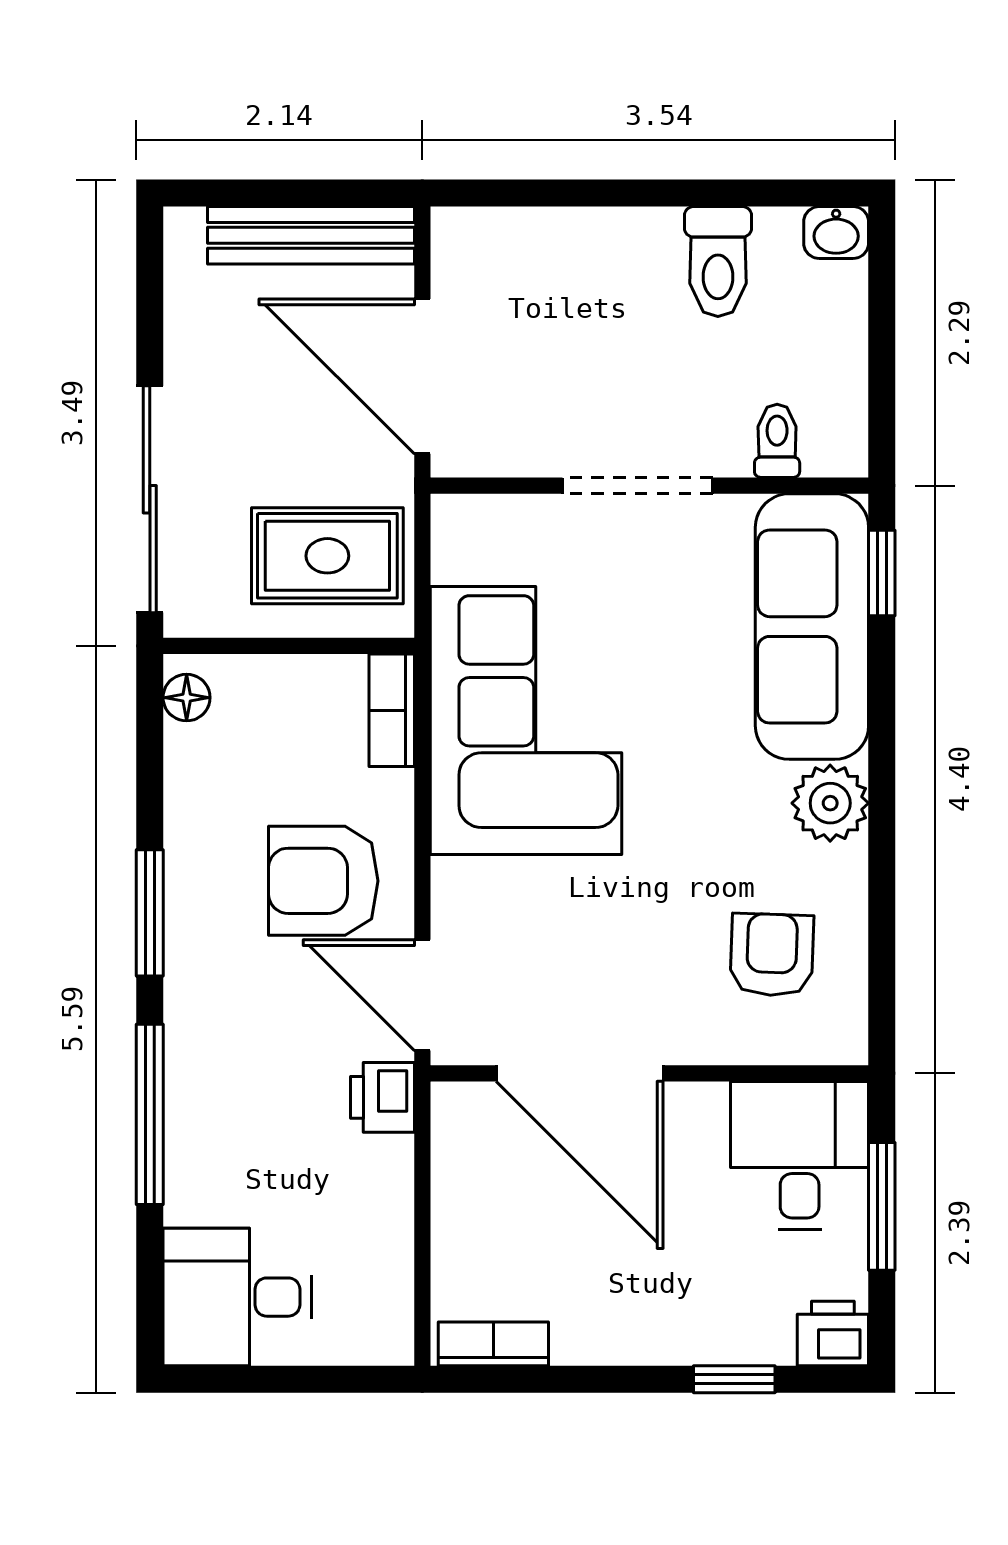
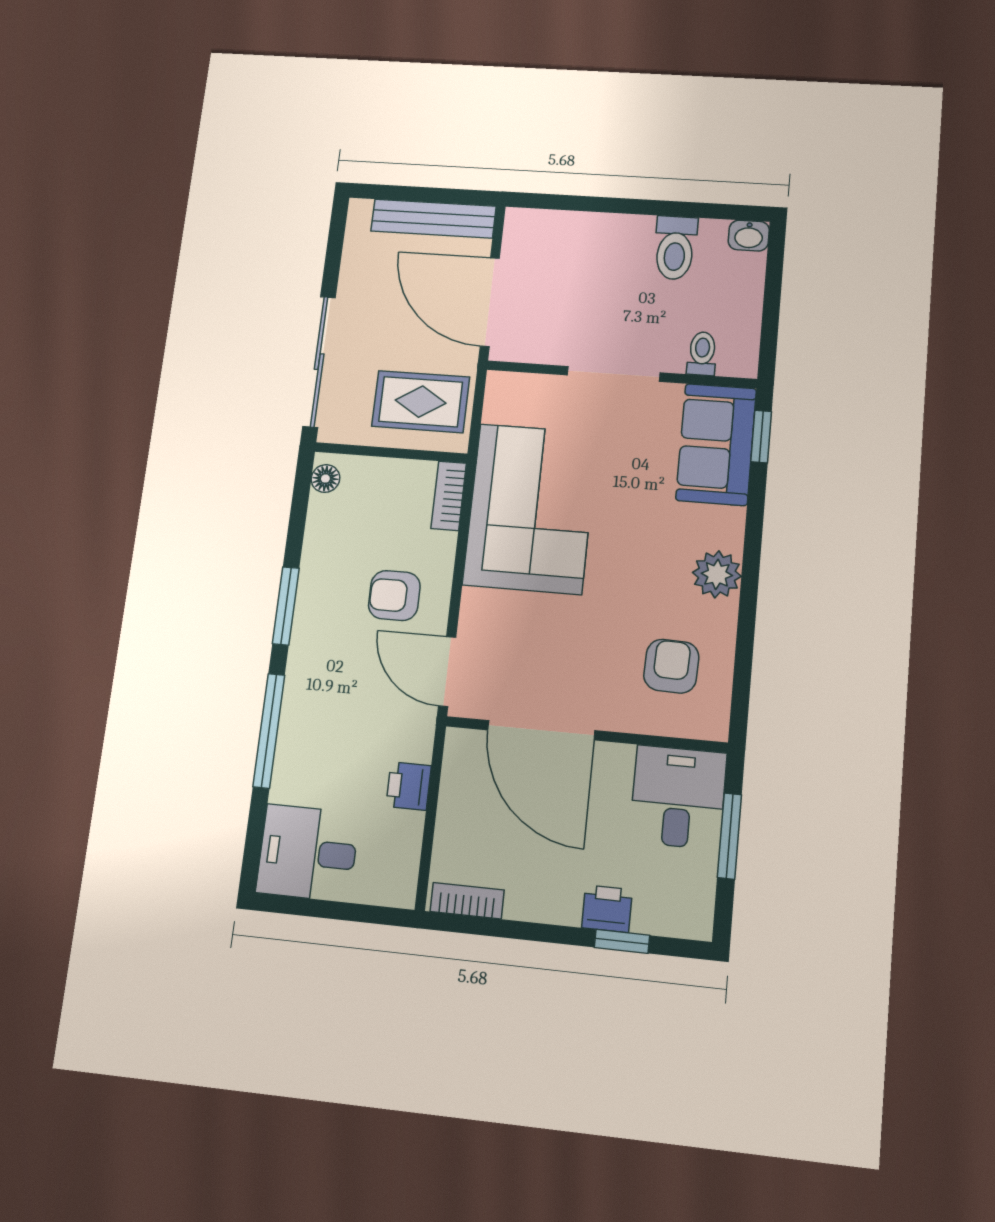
sofa: (812, 627) -> (716, 444), width x0.73
armchair: (323, 881) -> (394, 596), width x0.72, depth x0.72
printer: (382, 1097) -> (409, 786), moved
printer: (833, 1334) -> (607, 909), moved

